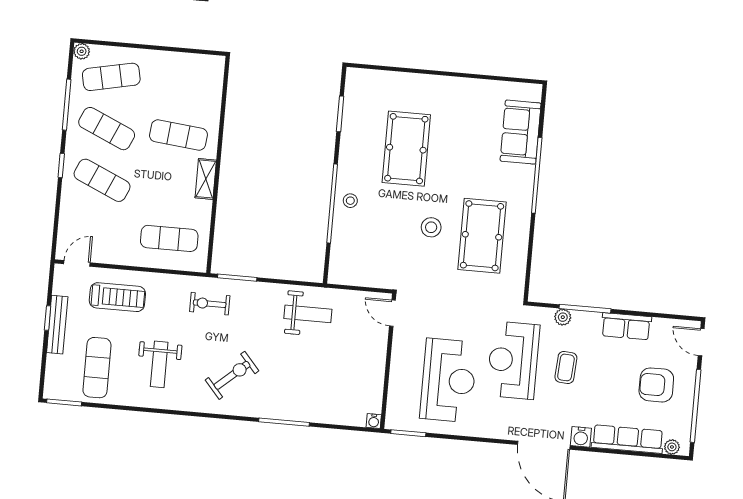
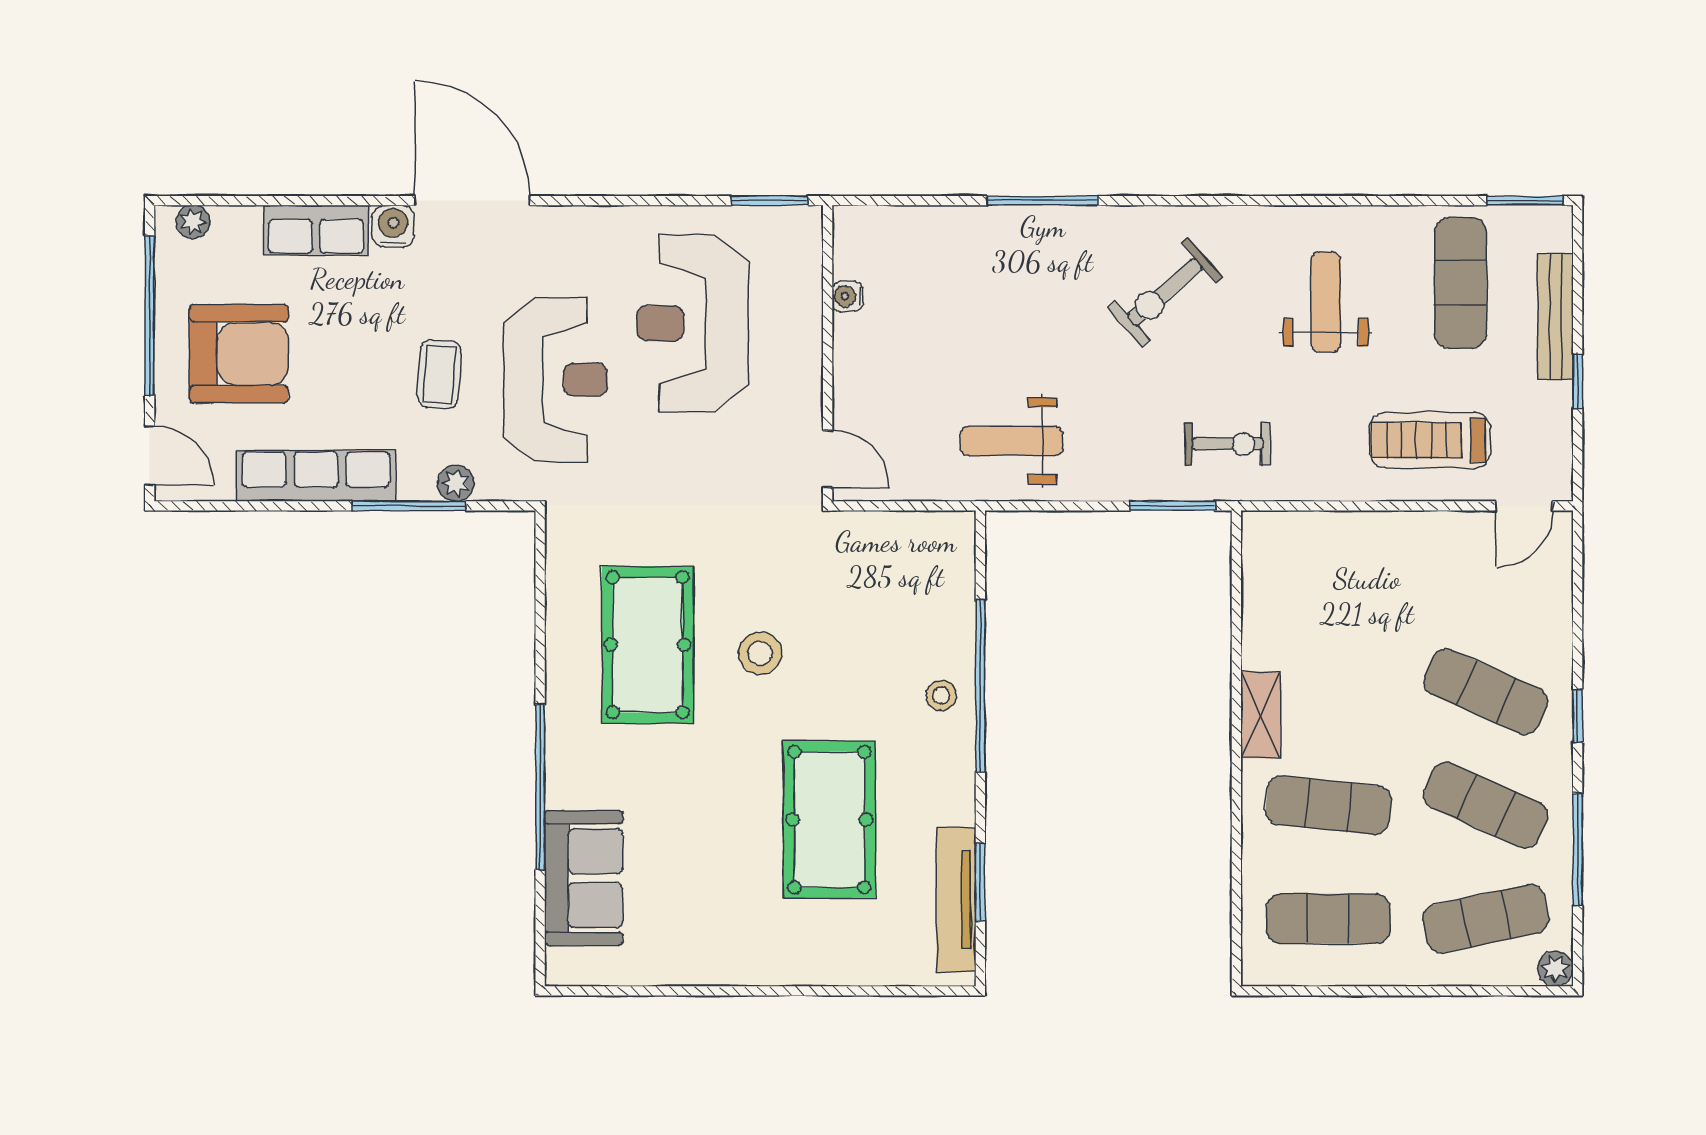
tv unit: (352, 107) -> (956, 900), added
exercise mat: (169, 238) -> (1328, 919), moved
bench: (57, 325) -> (1555, 317), moved
row of seats: (626, 326) -> (316, 476), width x1.48
armchair: (656, 385) -> (239, 354), width x1.36, depth x1.36
water cooler: (374, 421) -> (847, 296), moved, turned -90
row of seats: (628, 439) -> (316, 230), width x0.68

